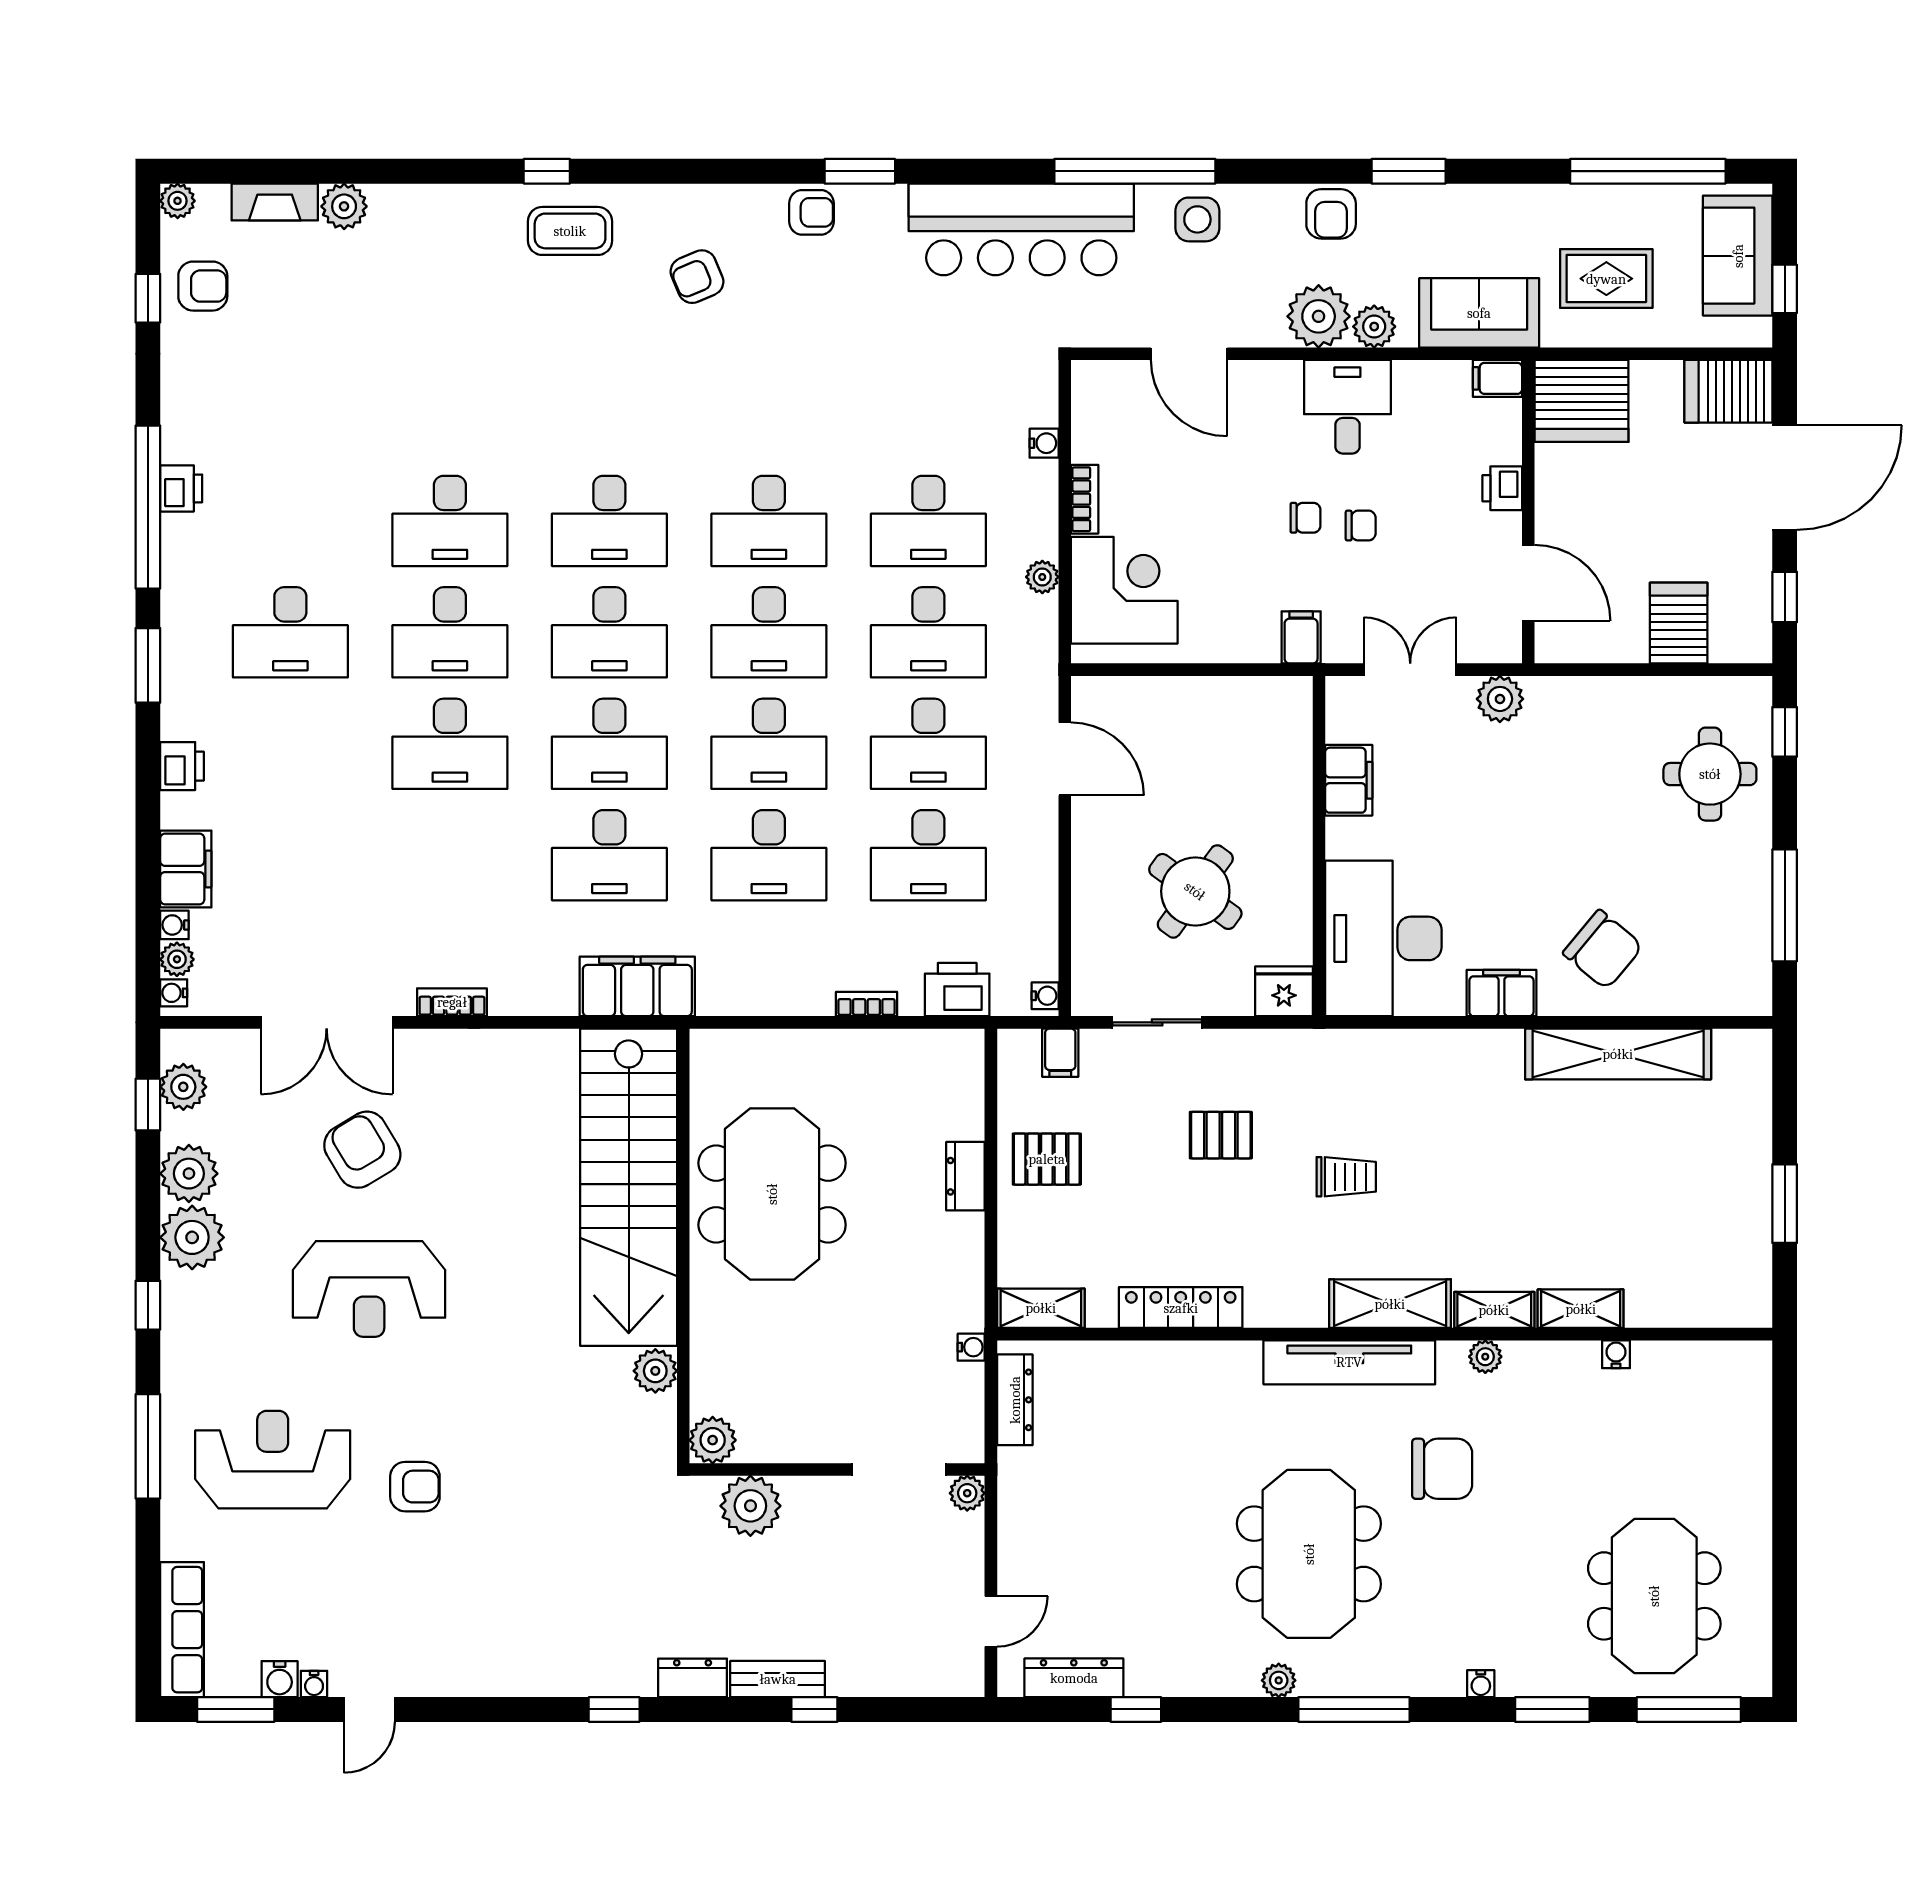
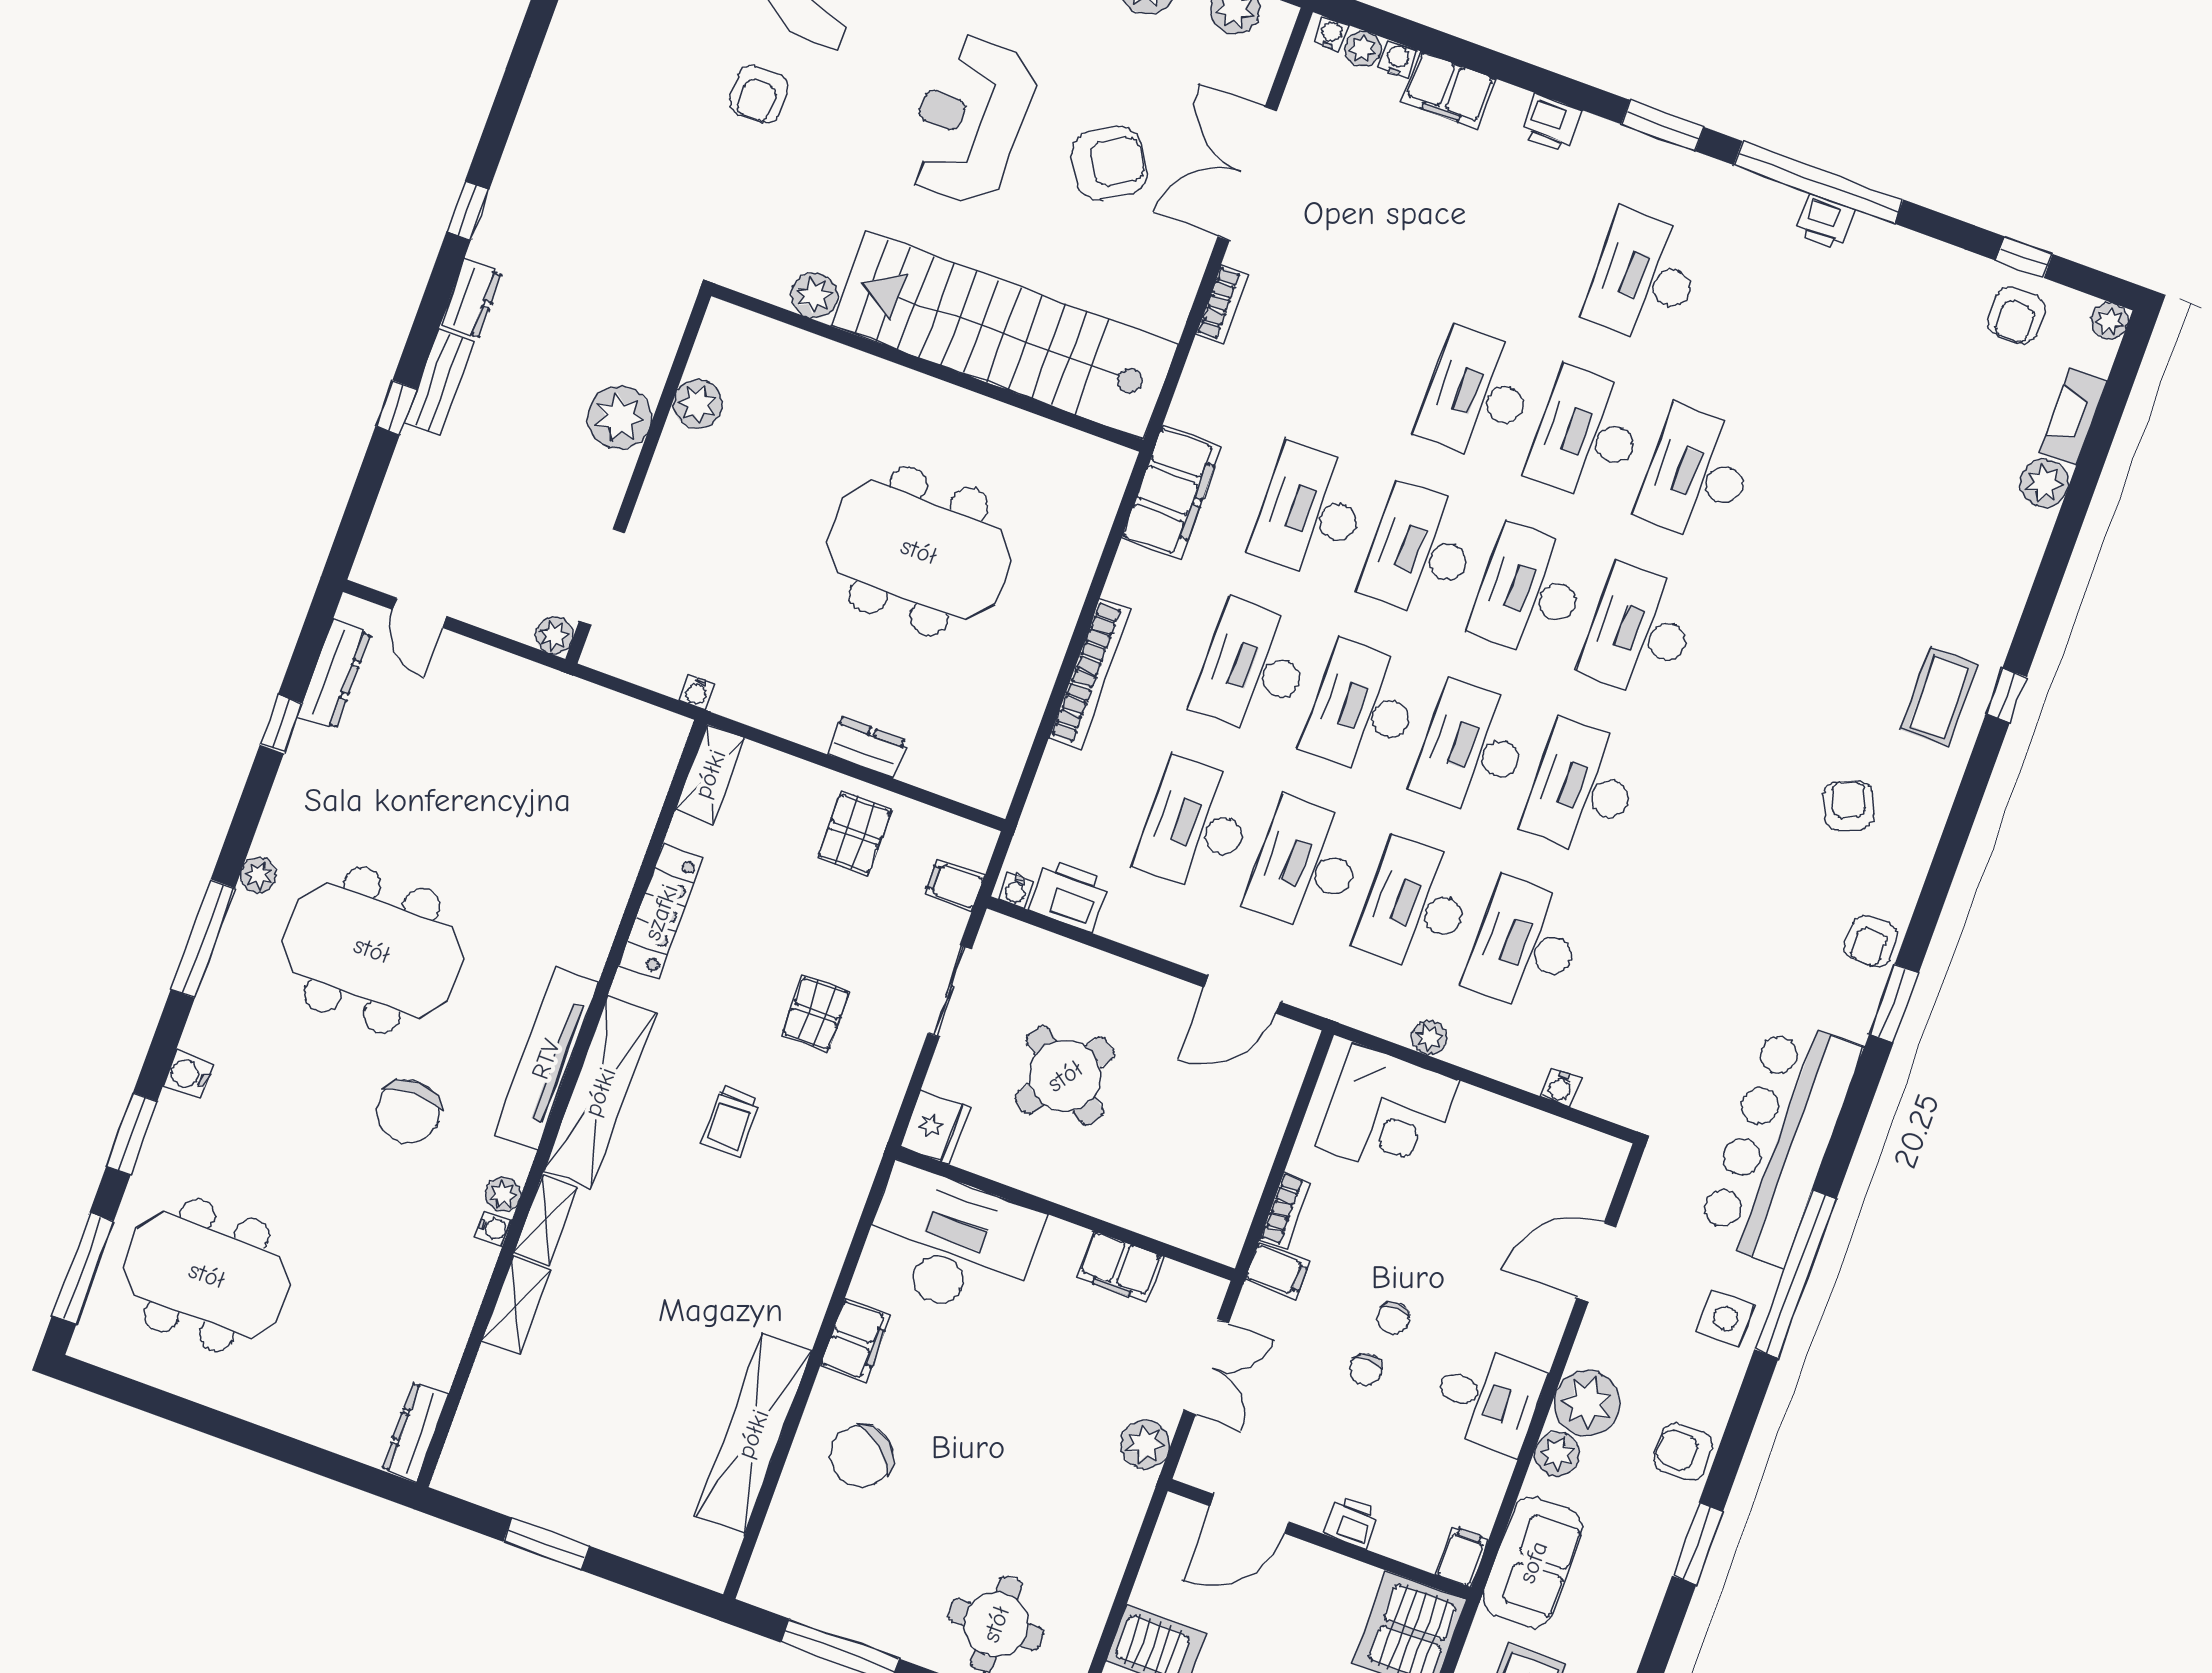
bookcase: (1085, 499) -> (1285, 1210), moved, turned -90
printer: (957, 990) -> (1069, 895), moved, turned -90
bookcase: (866, 1004) -> (1090, 674), width x2.31, depth x1.31
stairs: (629, 1187) -> (1005, 335), moved
wall: (683, 1246) -> (927, 368), moved
shelving: (1390, 1304) -> (600, 1092), width x1.47
water cooler: (1616, 1354) -> (493, 1228), moved
plant: (655, 1371) -> (814, 296), moved
dresser: (1015, 1400) -> (415, 1432), moved, turned 90
water cooler: (1481, 1684) -> (188, 1075), width x1.38, depth x1.38

